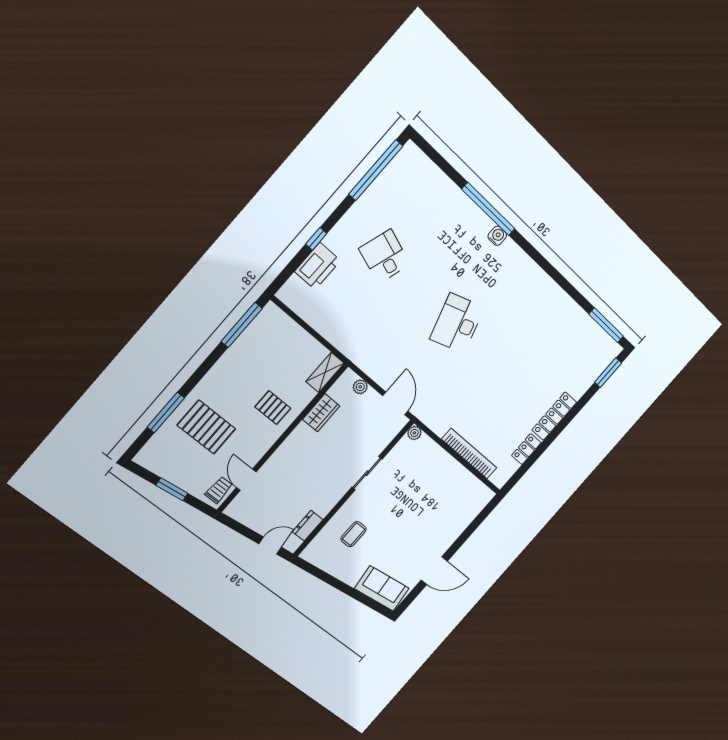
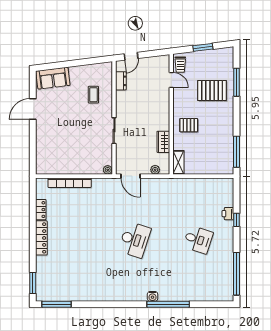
printer: (317, 266) -> (228, 214), width x0.53, depth x0.68
desk: (457, 323) -> (135, 240), turned 36

